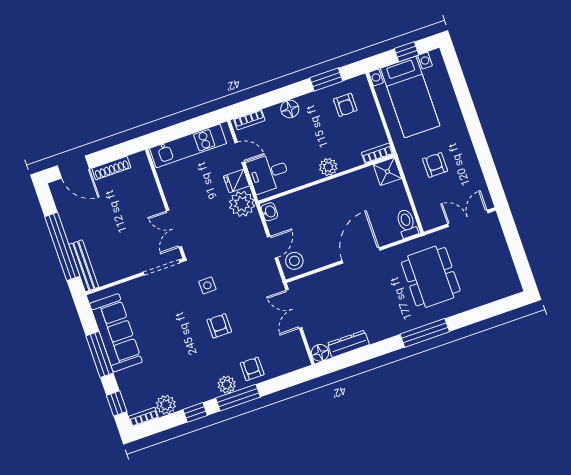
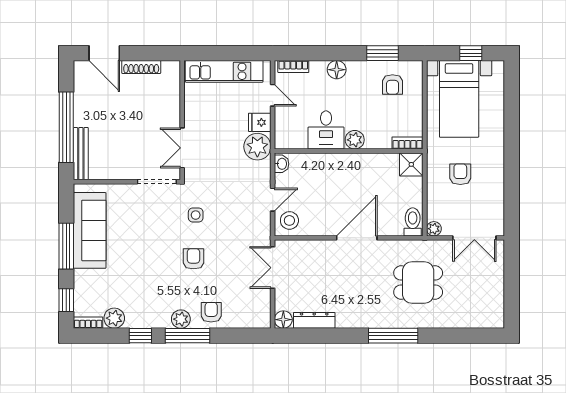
desk: (268, 173) -> (326, 130), moved, turned -90
double door: (468, 218) -> (474, 238), swing flipped
plant: (428, 223) -> (434, 229), added
dining table: (431, 277) -> (418, 282), width x0.73

